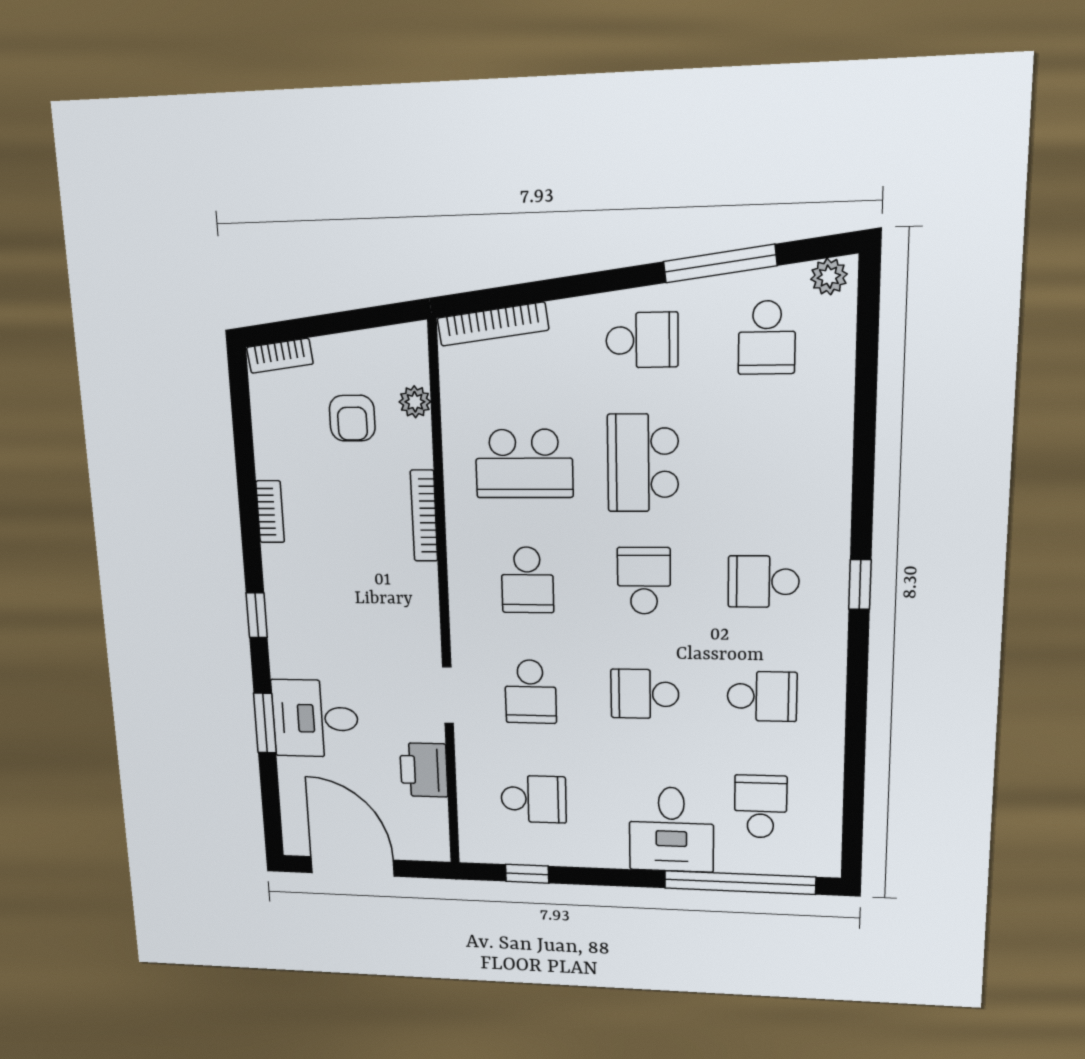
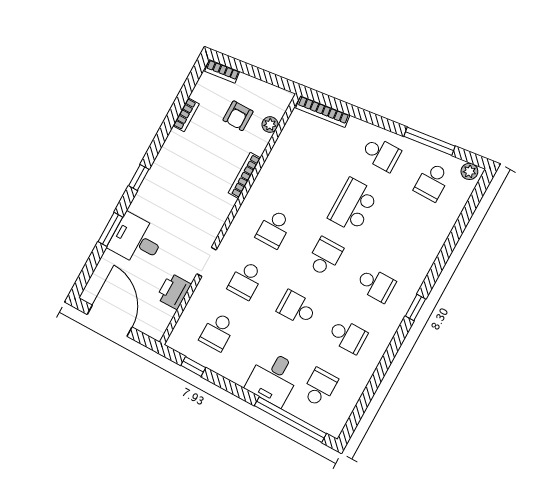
school desk: (524, 464) -> (302, 177), removed
bookcase: (270, 512) -> (186, 115), moved
school desk: (764, 582) -> (376, 285), turned 180
school desk: (534, 799) -> (218, 332), turned 90

